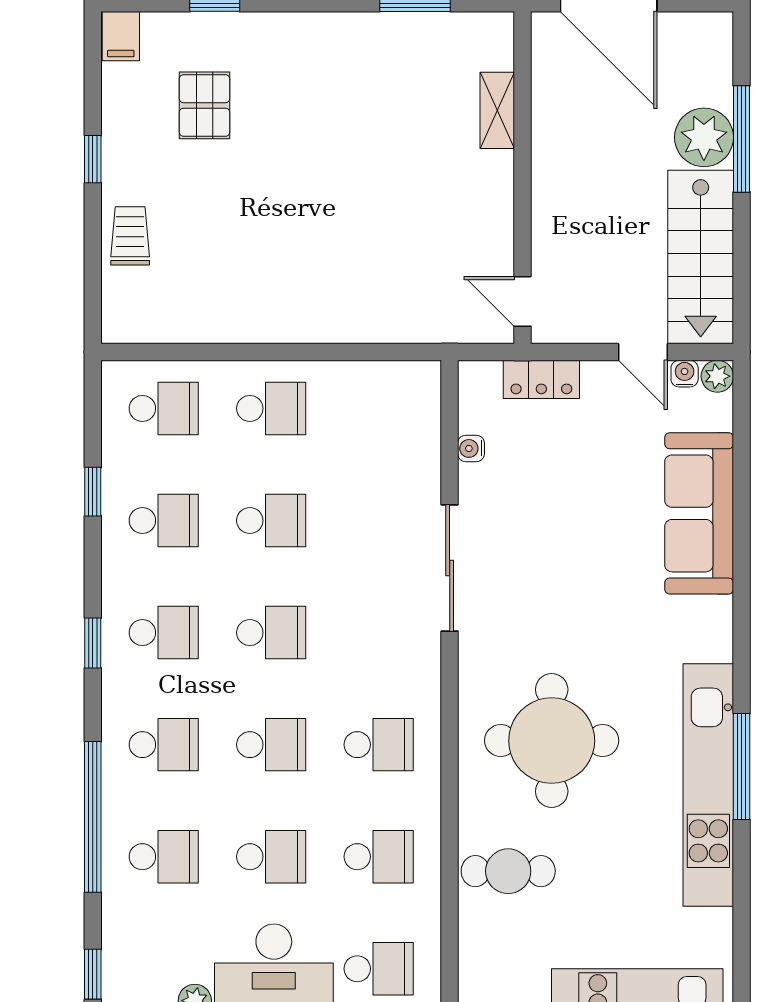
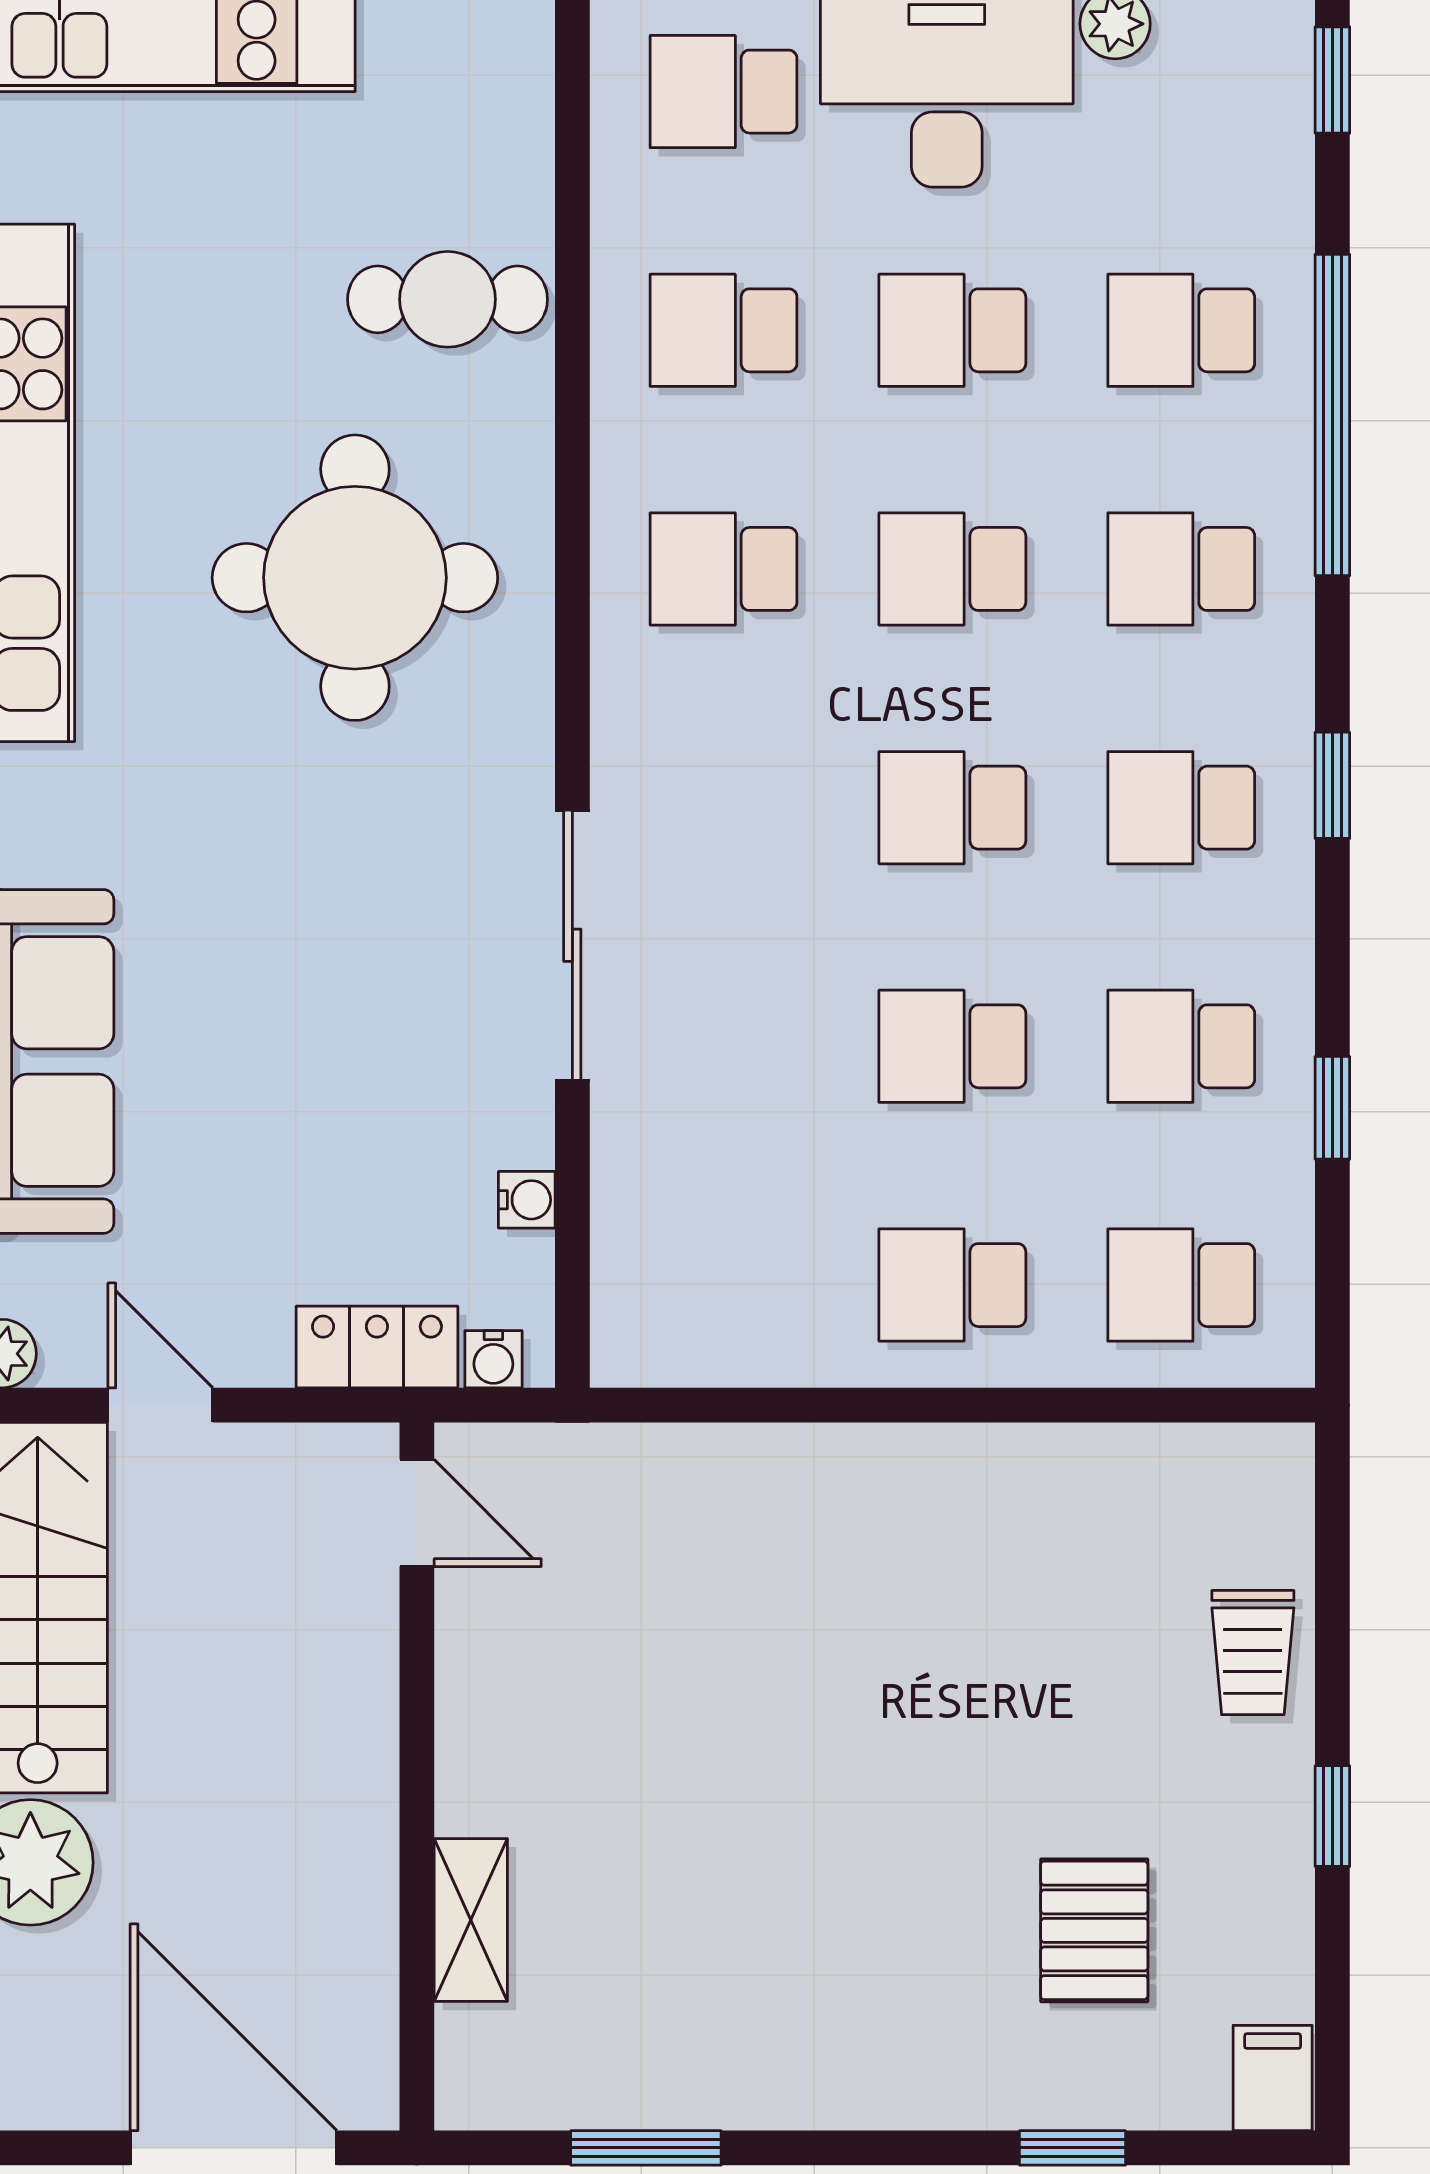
water cooler: (685, 374) -> (493, 1359), moved

